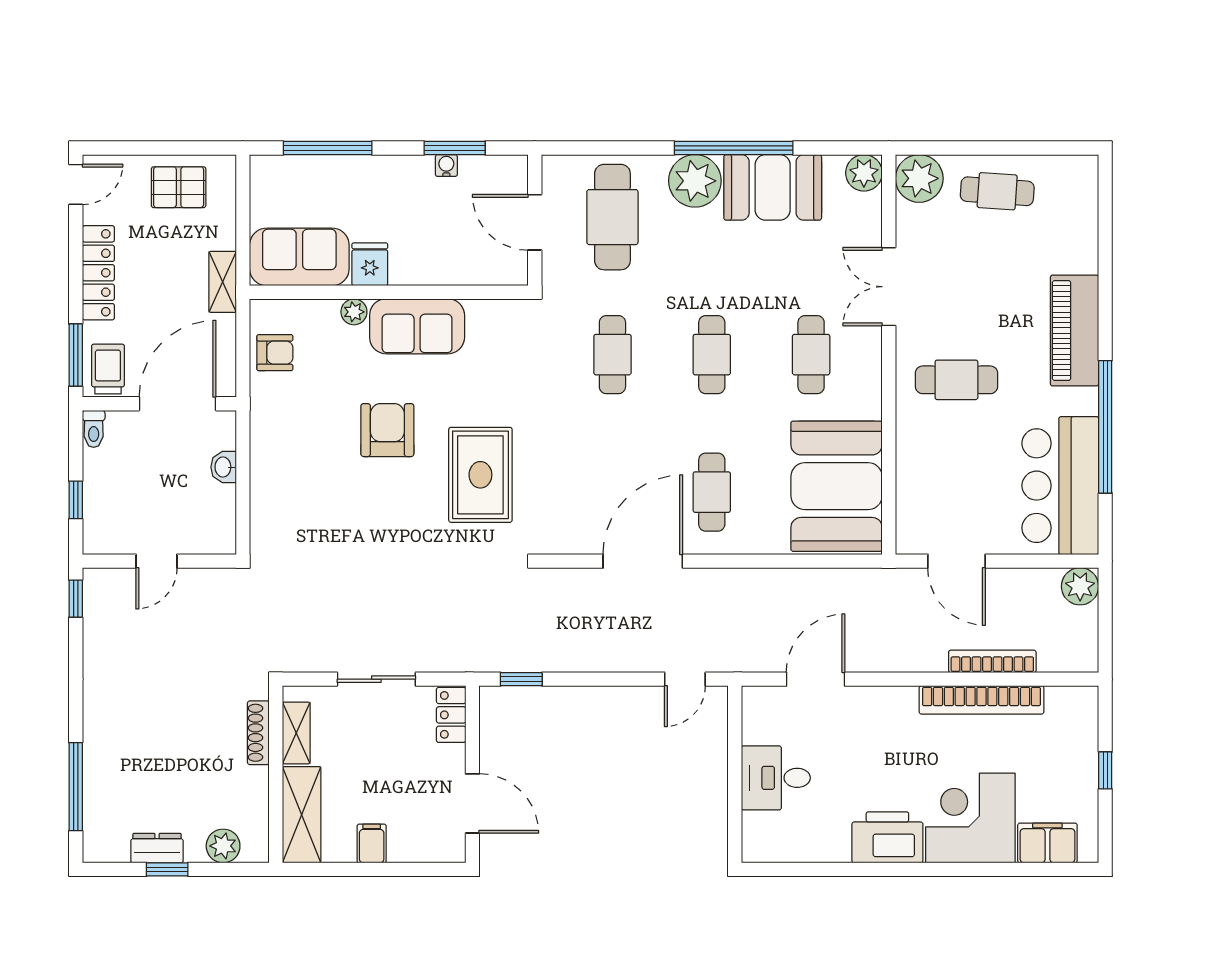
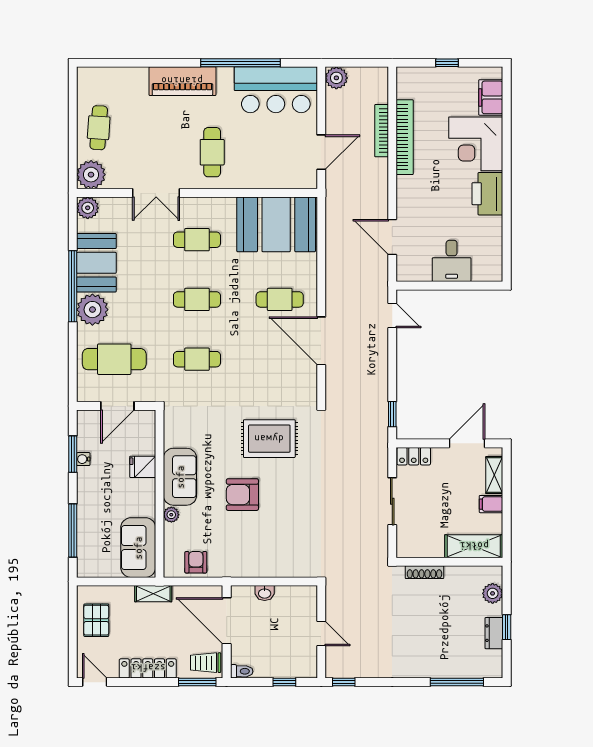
fridge: (370, 264) -> (143, 467), moved
shelving: (296, 733) -> (494, 475), moved, turned 90

